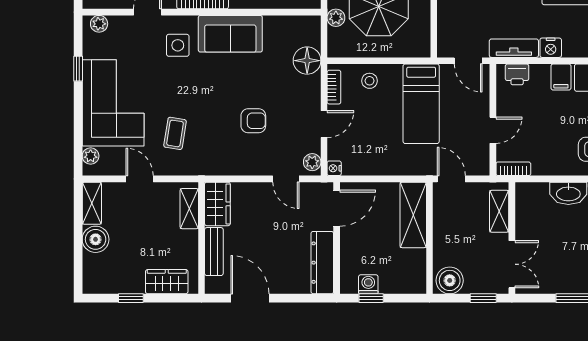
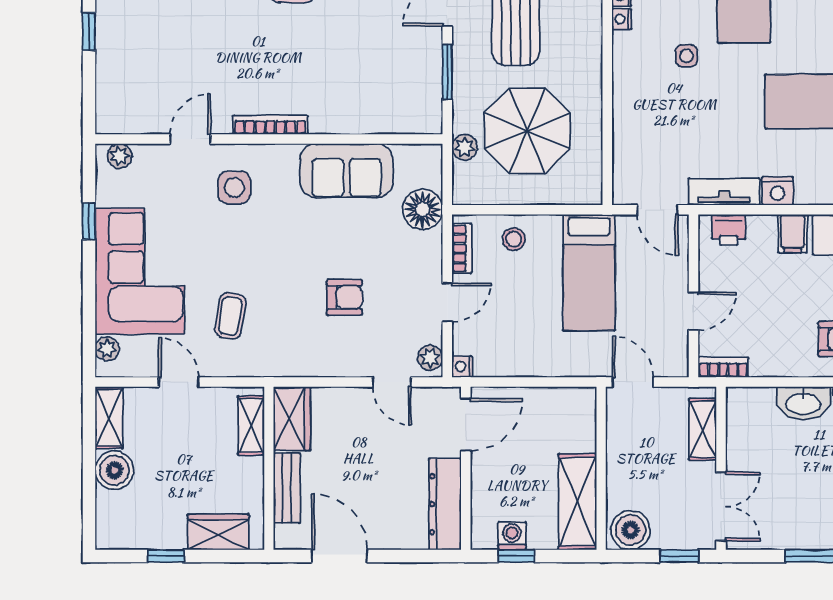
sofa: (230, 34) -> (347, 171), moved
shelving: (413, 215) -> (577, 502), moved

